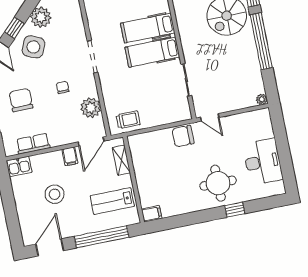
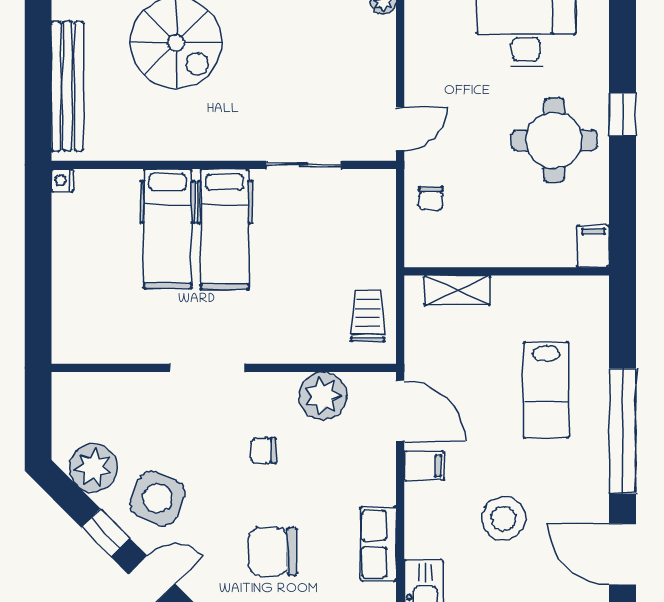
chair: (183, 136) -> (431, 199), width x0.54, depth x0.54
shelving: (121, 160) -> (457, 290), moved
wall: (134, 180) -> (507, 271), moved
filing cabinet: (152, 214) -> (593, 246), moved

